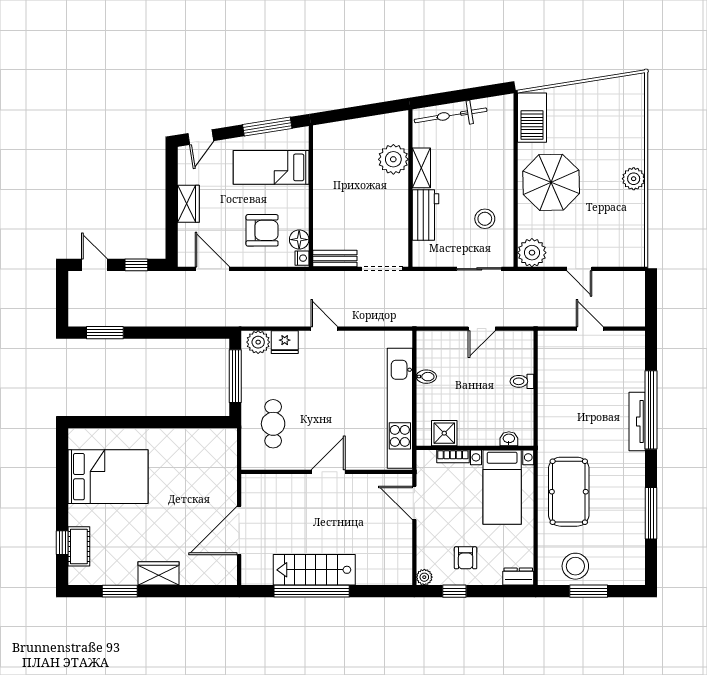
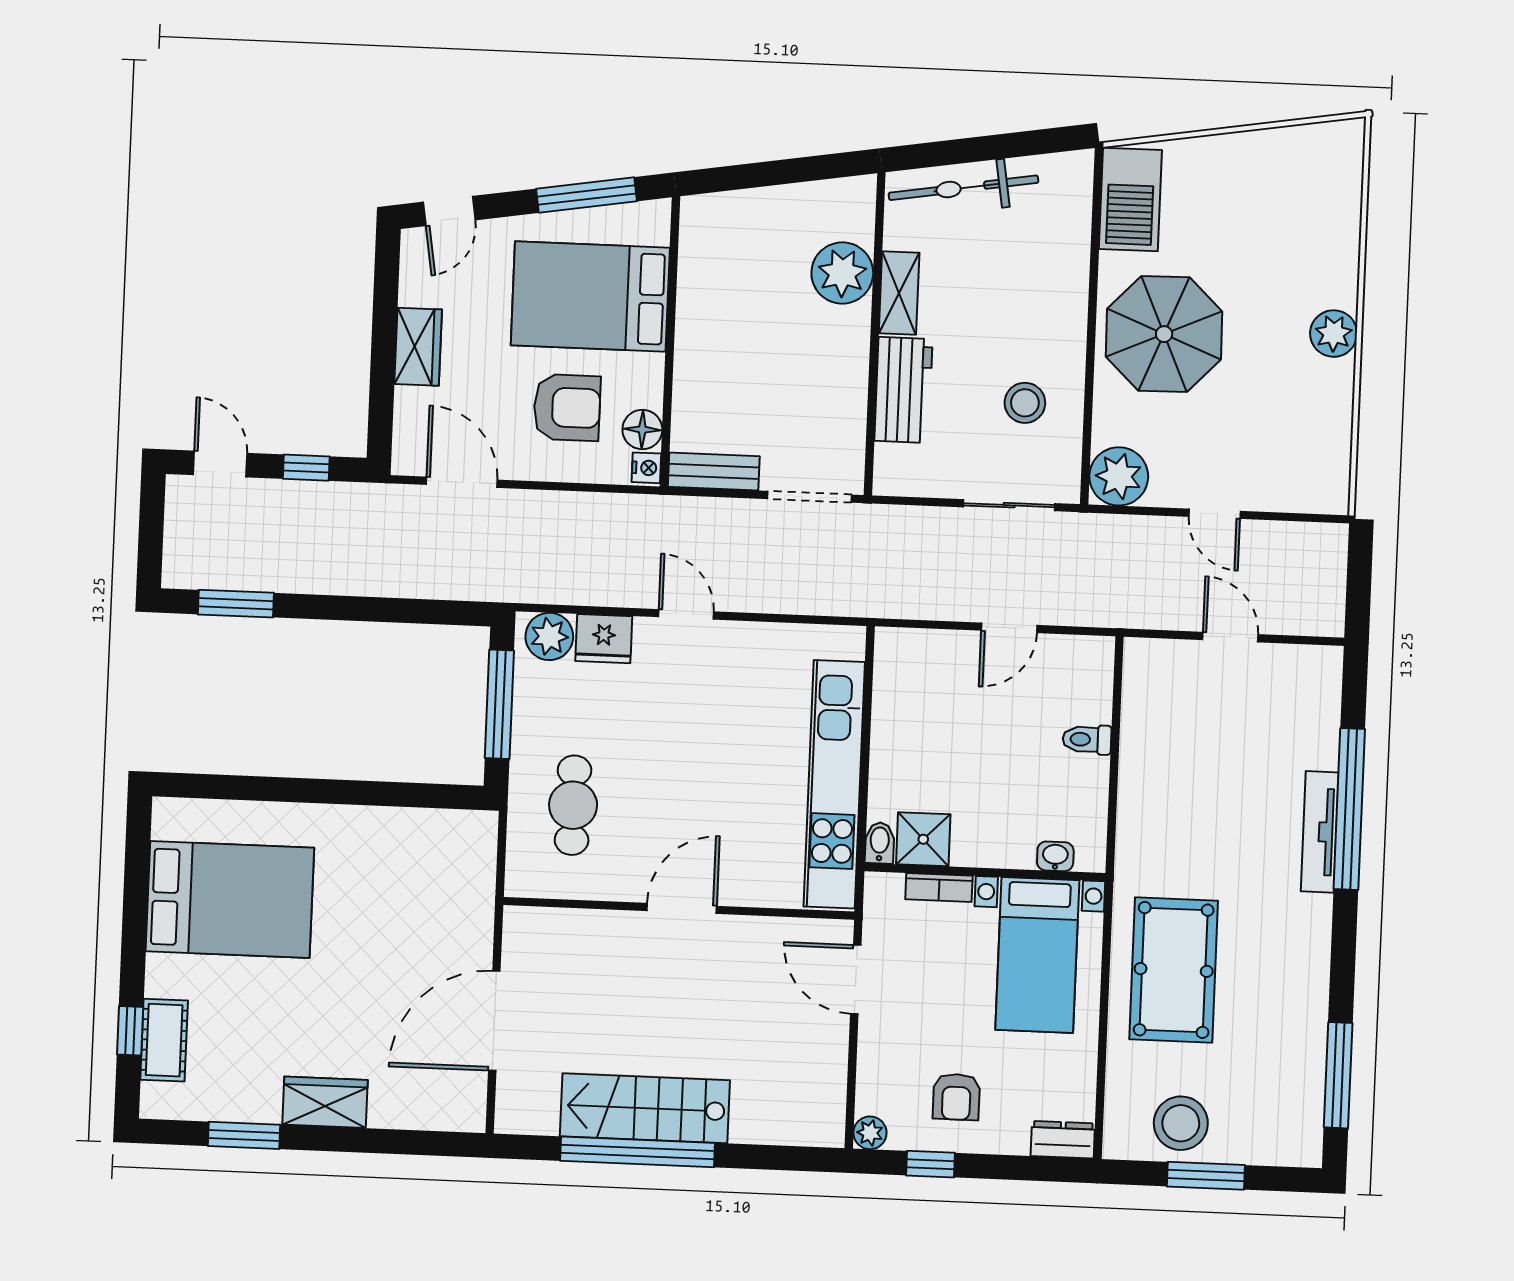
bed: (271, 167) -> (590, 297), width x1.50
bidet: (426, 377) -> (880, 843), moved, turned -90
window: (651, 513) -> (1338, 1075), moved

